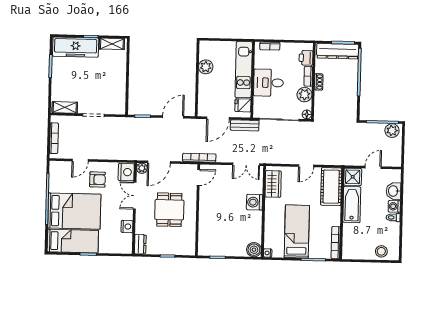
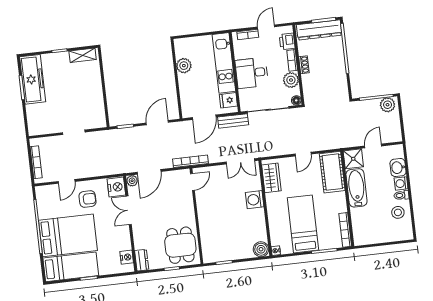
door: (288, 41) -> (266, 27), added
freezer: (76, 47) -> (33, 79), moved, turned -90
shelving: (65, 107) -> (43, 129), removed
dining table: (169, 210) -> (180, 245), moved
nightstand: (127, 226) -> (127, 257), moved
stool: (381, 251) -> (398, 212), moved

